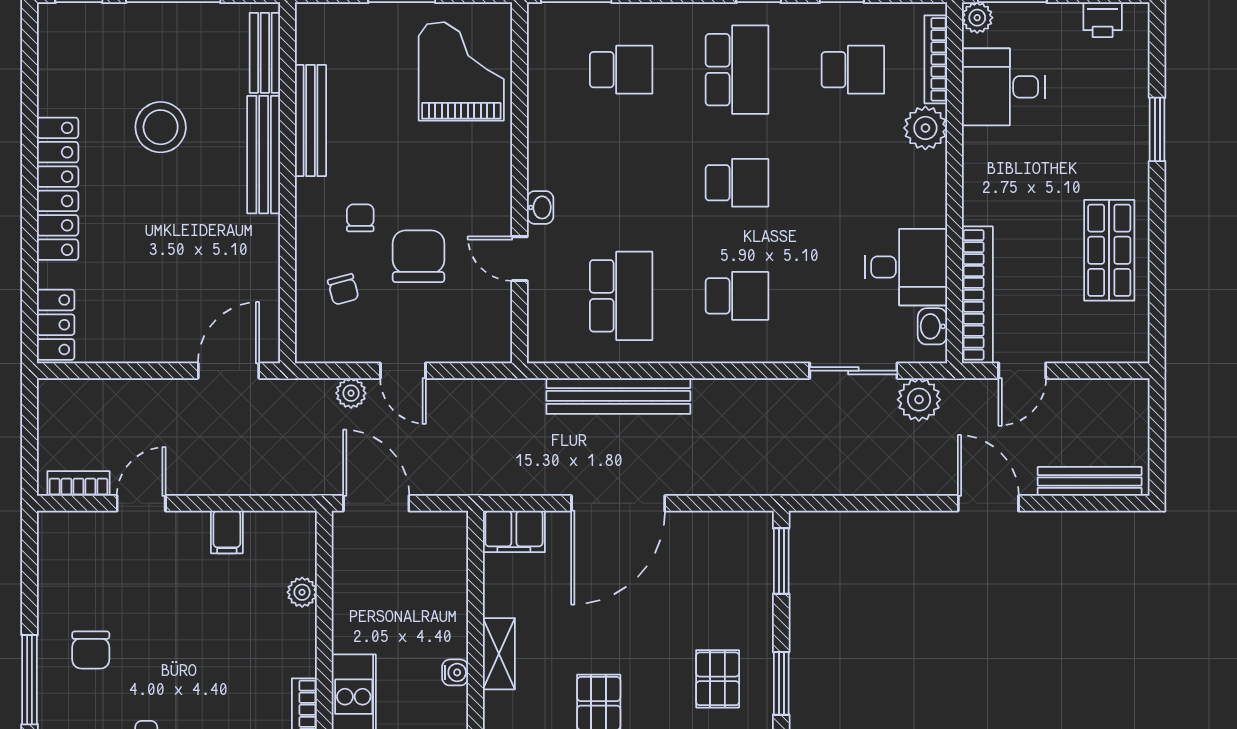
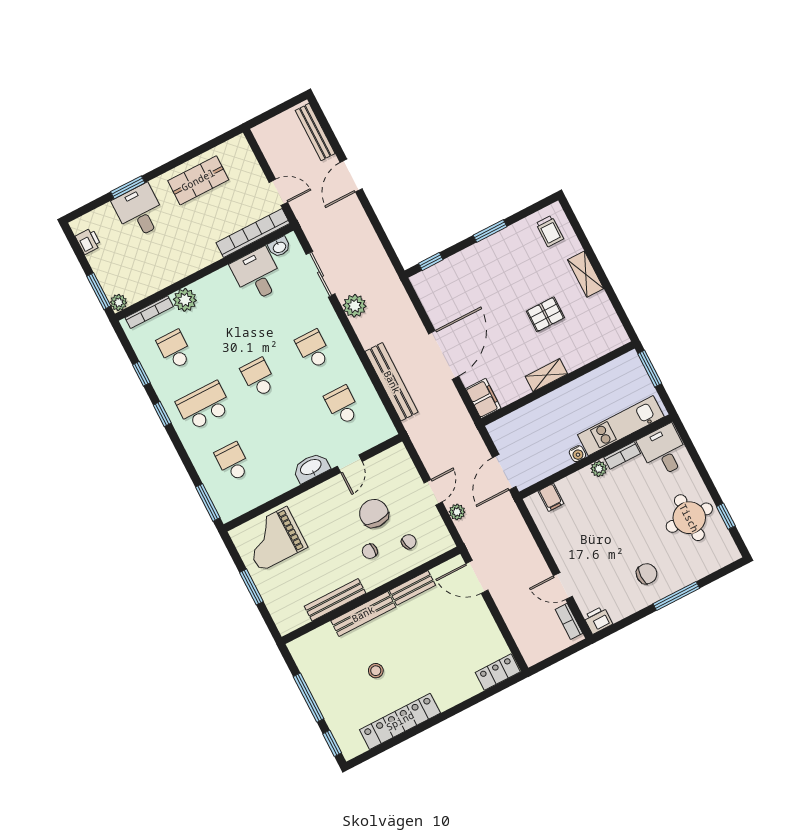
bench: (265, 53) -> (412, 588), moved
desk: (1003, 87) -> (139, 211), moved, turned 180
stool: (161, 127) -> (376, 671), width x0.53, depth x0.53
locker: (58, 189) -> (400, 721), moved
washbasin: (540, 207) -> (311, 468), width x1.91, depth x1.45
chair: (419, 256) -> (374, 513), turned 90
school desk: (621, 296) -> (342, 405), width x0.54
plant: (919, 400) -> (355, 306), moved
door: (618, 503) -> (444, 355), hinge flipped
printer: (56, 532) -> (598, 620), added
filing cabinet: (227, 532) -> (551, 497), moved, turned 90
window: (781, 561) -> (431, 262), width x0.67
plant: (302, 592) -> (599, 469), moved
water cooler: (455, 672) -> (577, 454), moved, turned 180
pallet: (718, 679) -> (504, 263), removed

